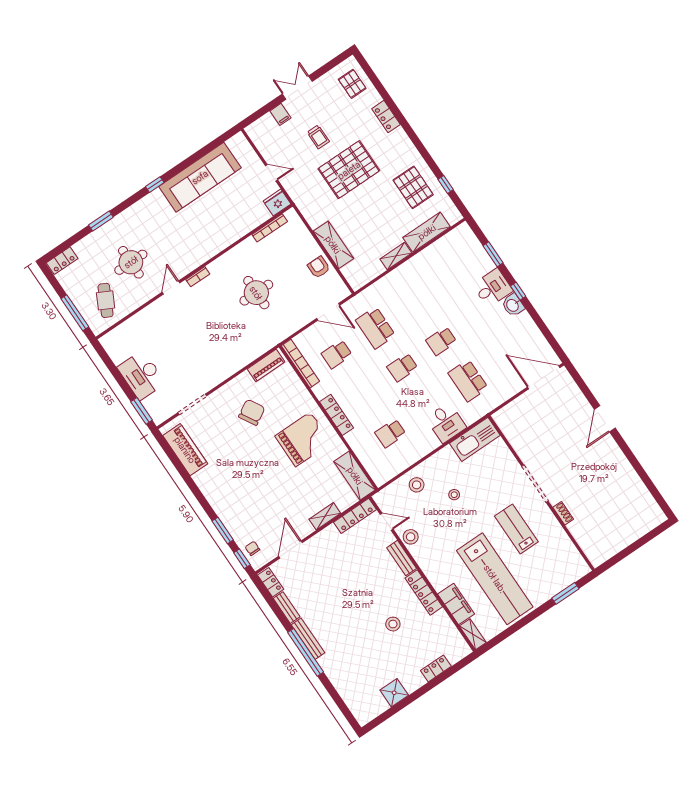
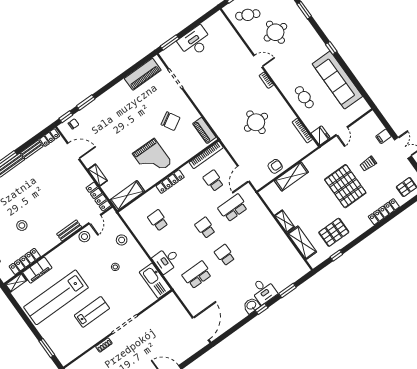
locker: (386, 117) -> (384, 212), width x1.53
cafe table: (223, 224) -> (304, 97), added
locker: (424, 592) -> (25, 261), moved

